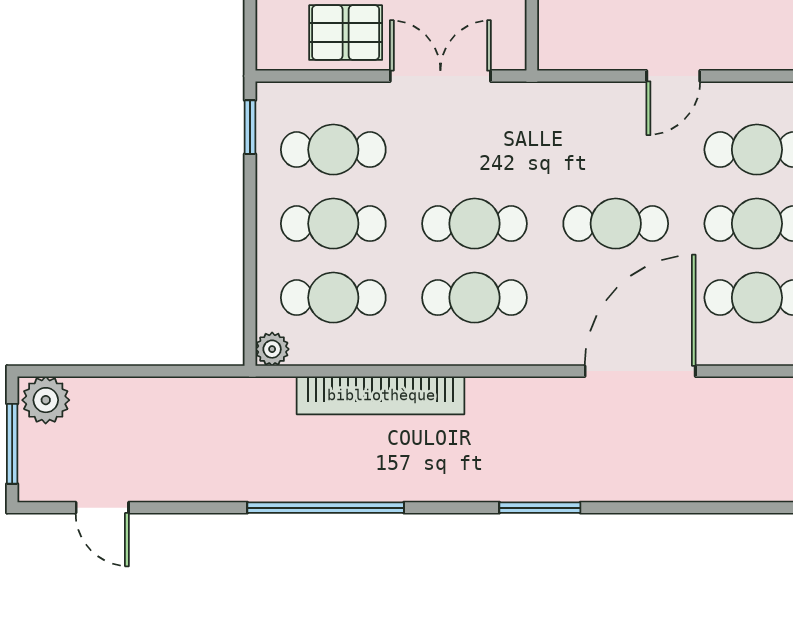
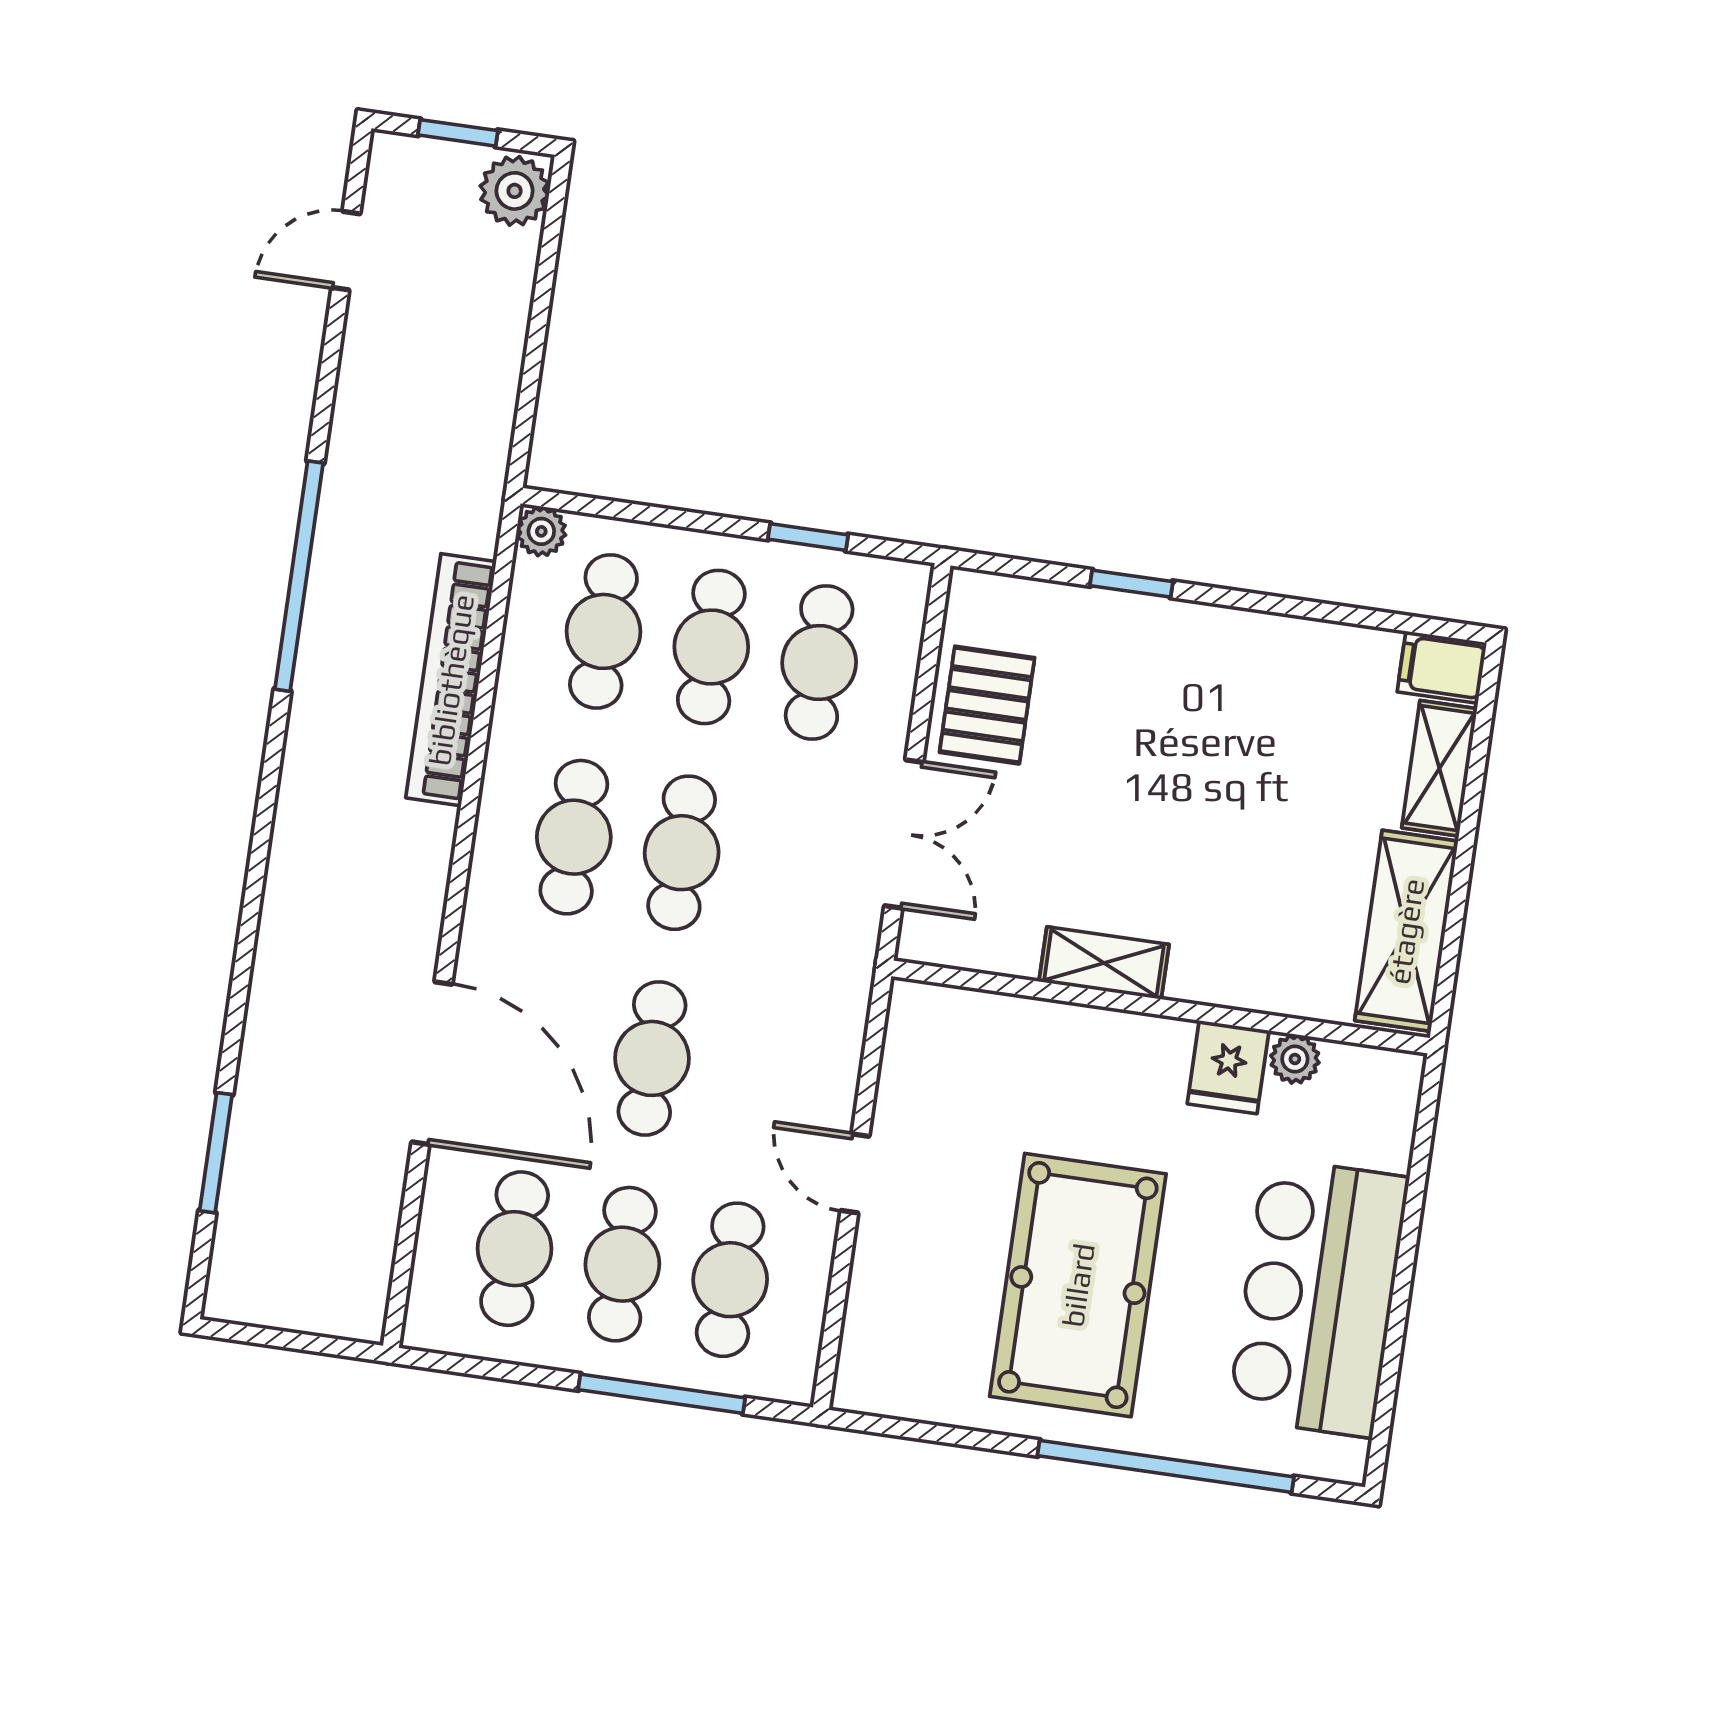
window: (250, 127) -> (808, 537), moved
window: (12, 444) -> (458, 133), width x0.67
window: (540, 508) -> (216, 1153), moved

